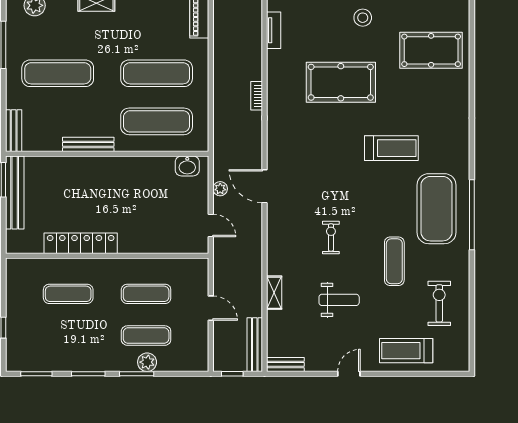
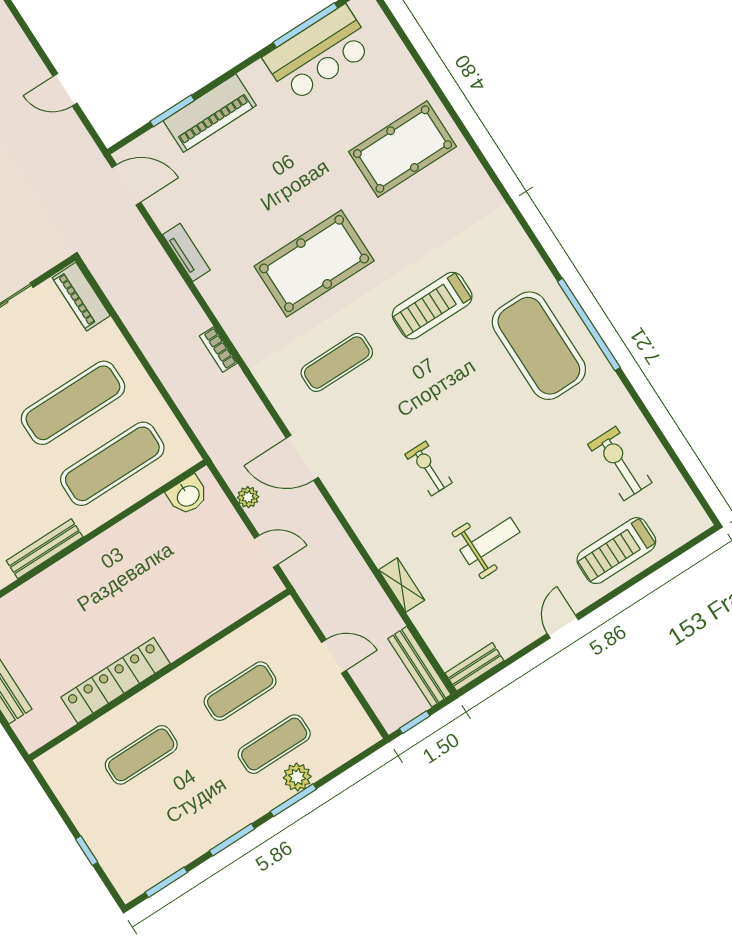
stool: (363, 18) -> (289, 164), removed
treadmill: (391, 148) -> (432, 306), turned 180
exercise mat: (394, 261) -> (337, 362), moved, turned 90

